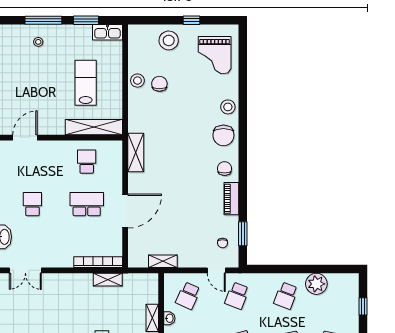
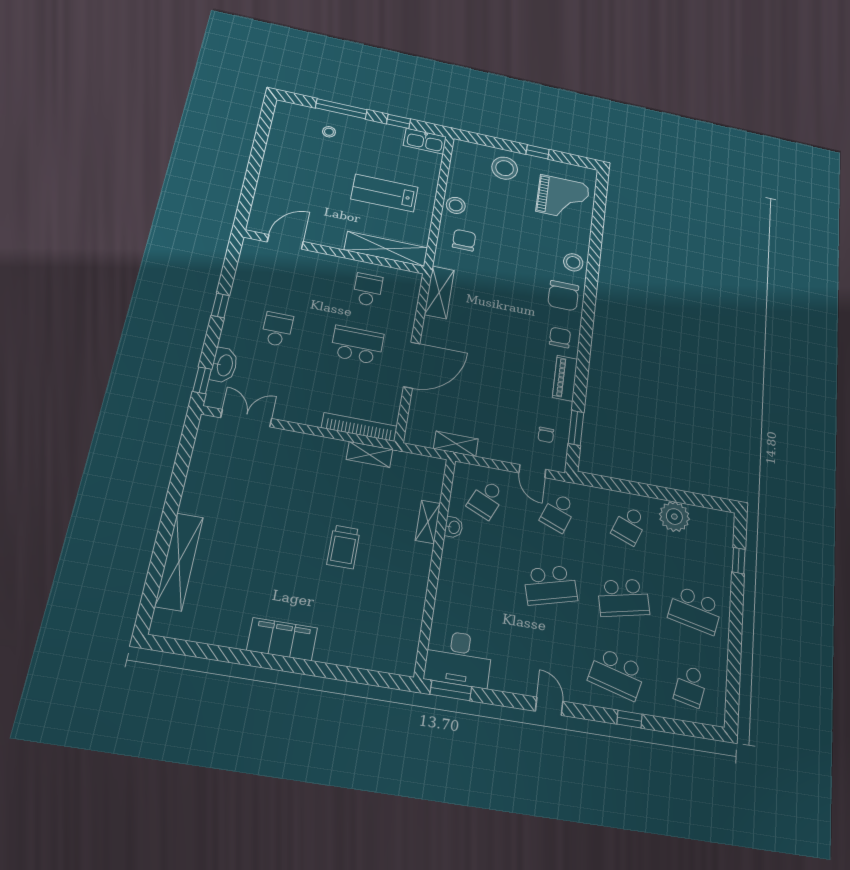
window: (86, 20) -> (399, 121), width x0.67
grand piano: (215, 55) -> (563, 198), turned -90
lab bench: (86, 83) -> (384, 193), turned -90
chair: (159, 84) -> (464, 240), moved
double door: (25, 270) -> (246, 418), swing flipped

